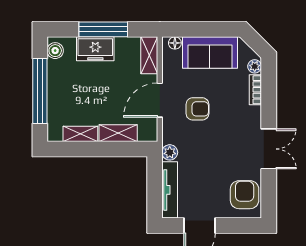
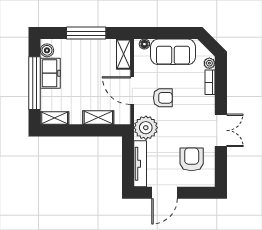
freezer: (95, 49) -> (50, 73), moved, turned -90
door: (160, 100) -> (132, 91), hinge flipped
shelving: (80, 134) -> (55, 118), moved
plant: (170, 152) -> (146, 128), width x1.87, depth x1.87
armchair: (245, 195) -> (192, 159), moved

